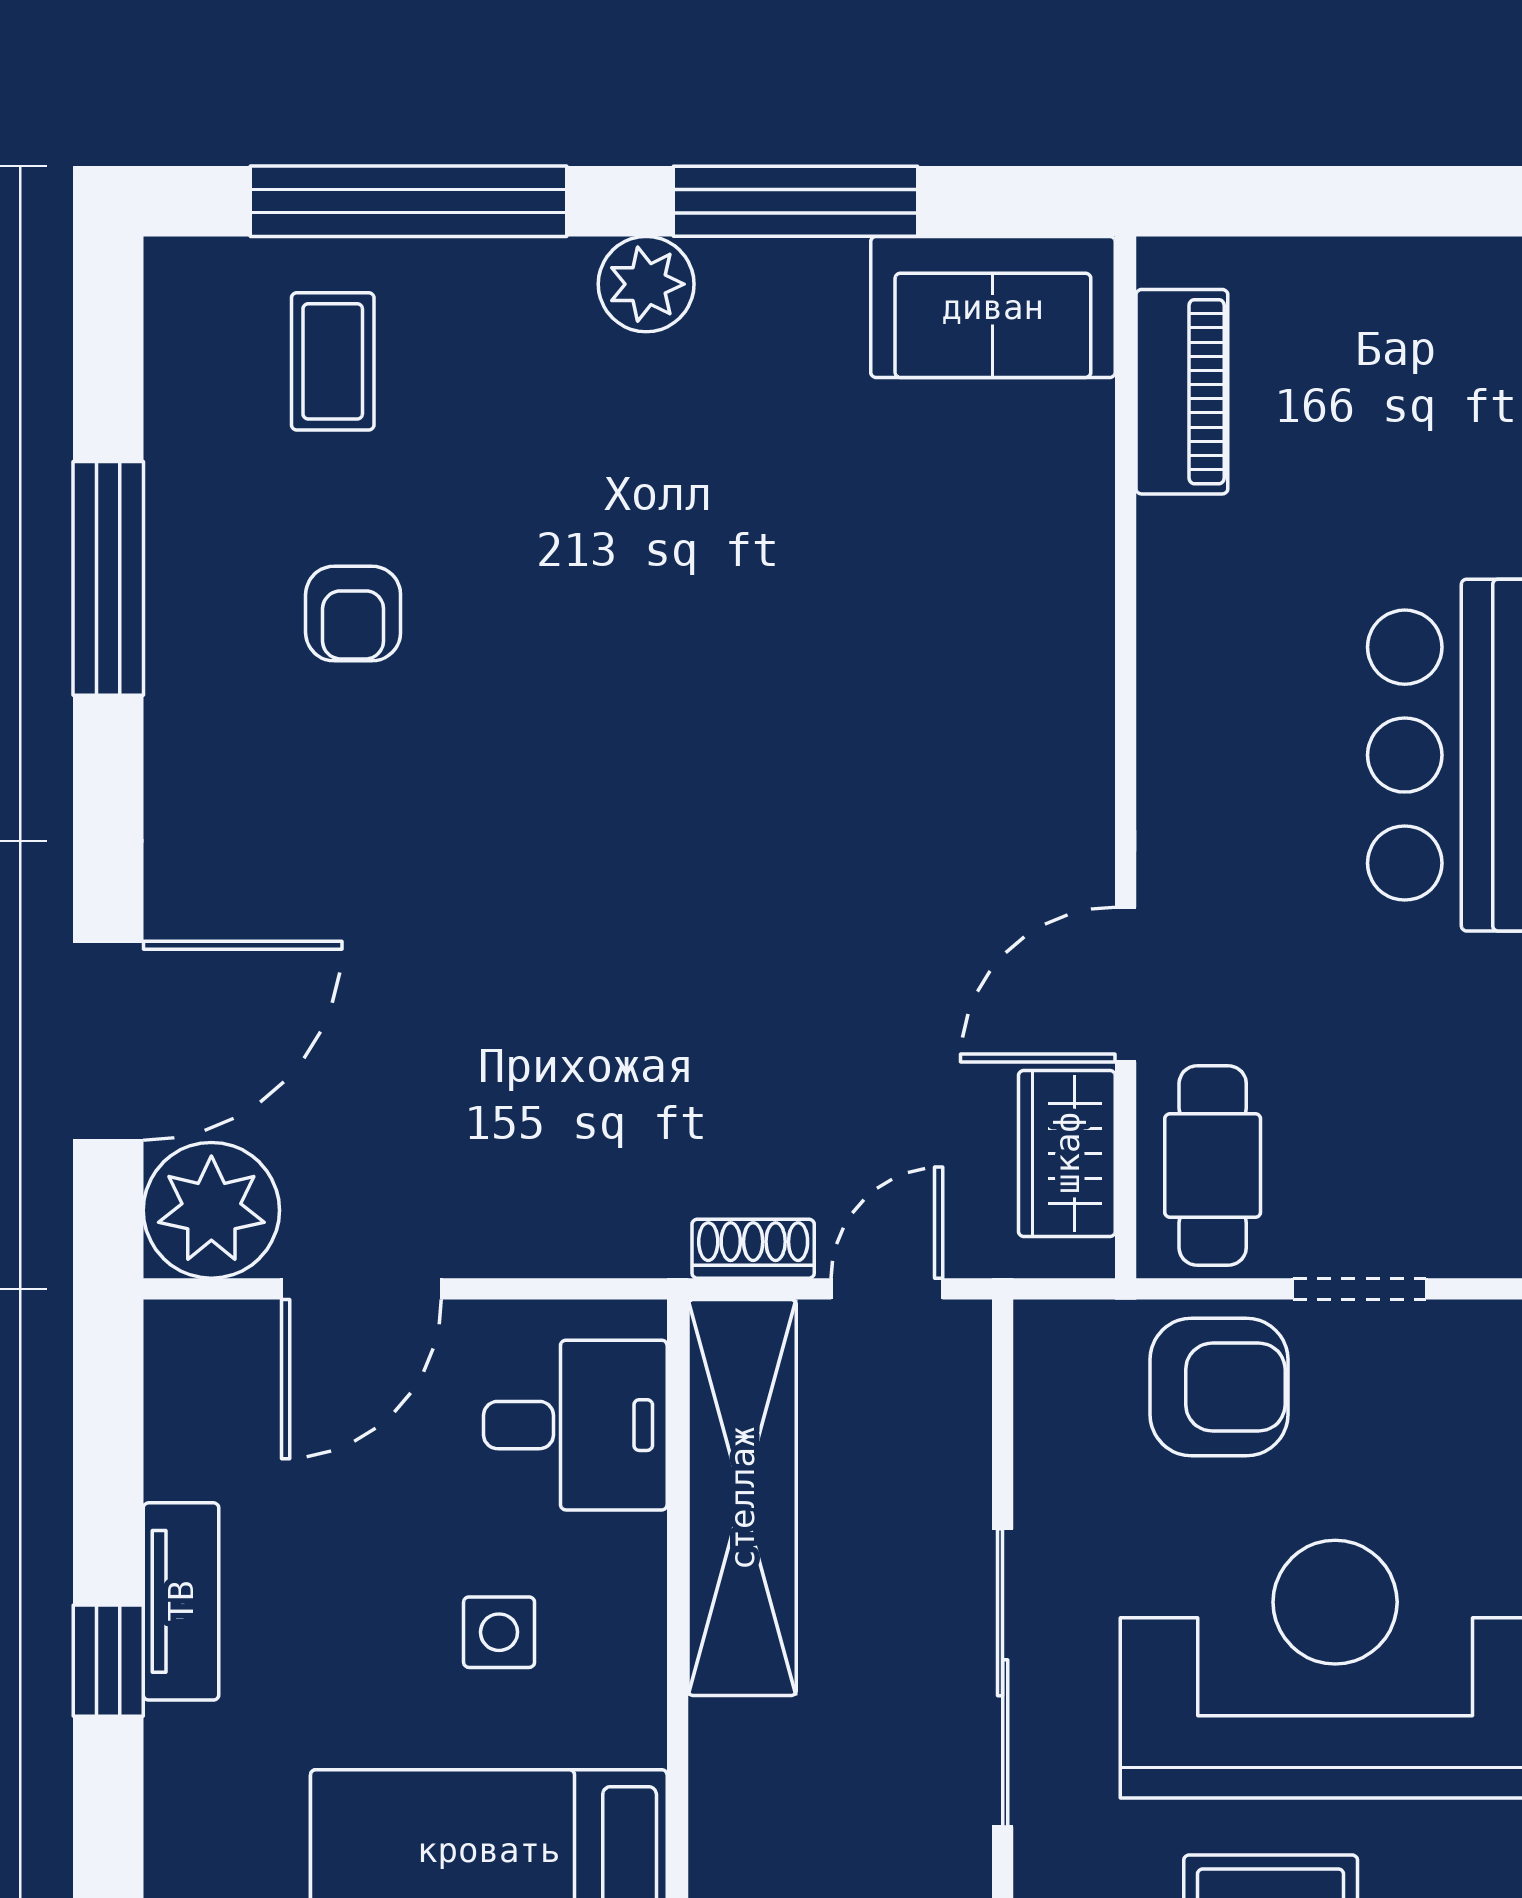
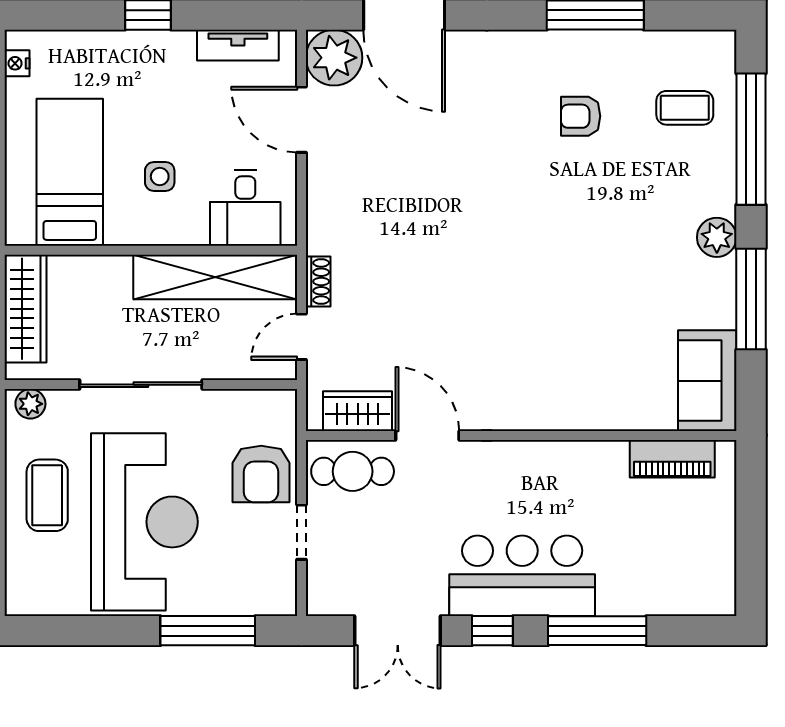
door: (887, 1289) -> (302, 337), swing flipped
tv unit: (181, 1601) -> (238, 45), moved

